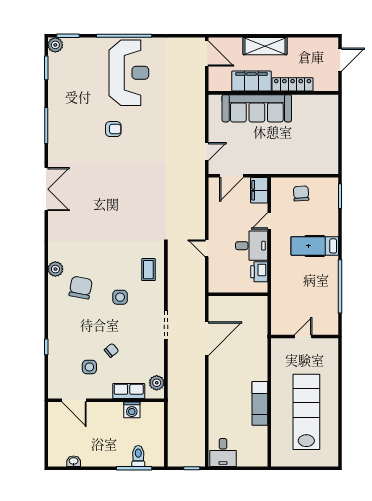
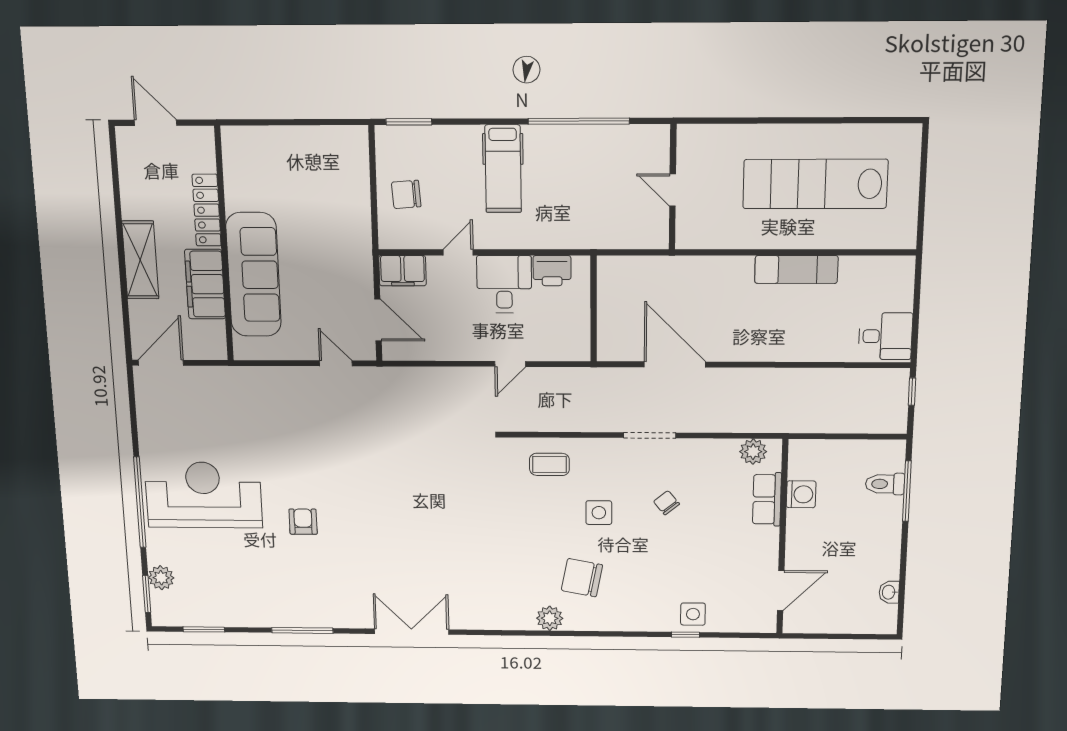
plant: (55, 45) -> (161, 578), moved
door: (269, 221) -> (458, 252), swing flipped
chair: (111, 350) -> (666, 503), moved
side table: (89, 367) -> (693, 614), moved

